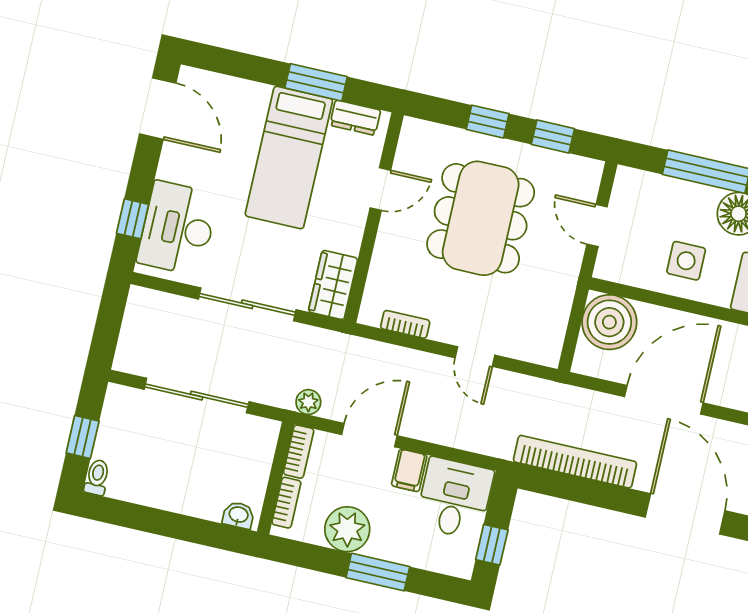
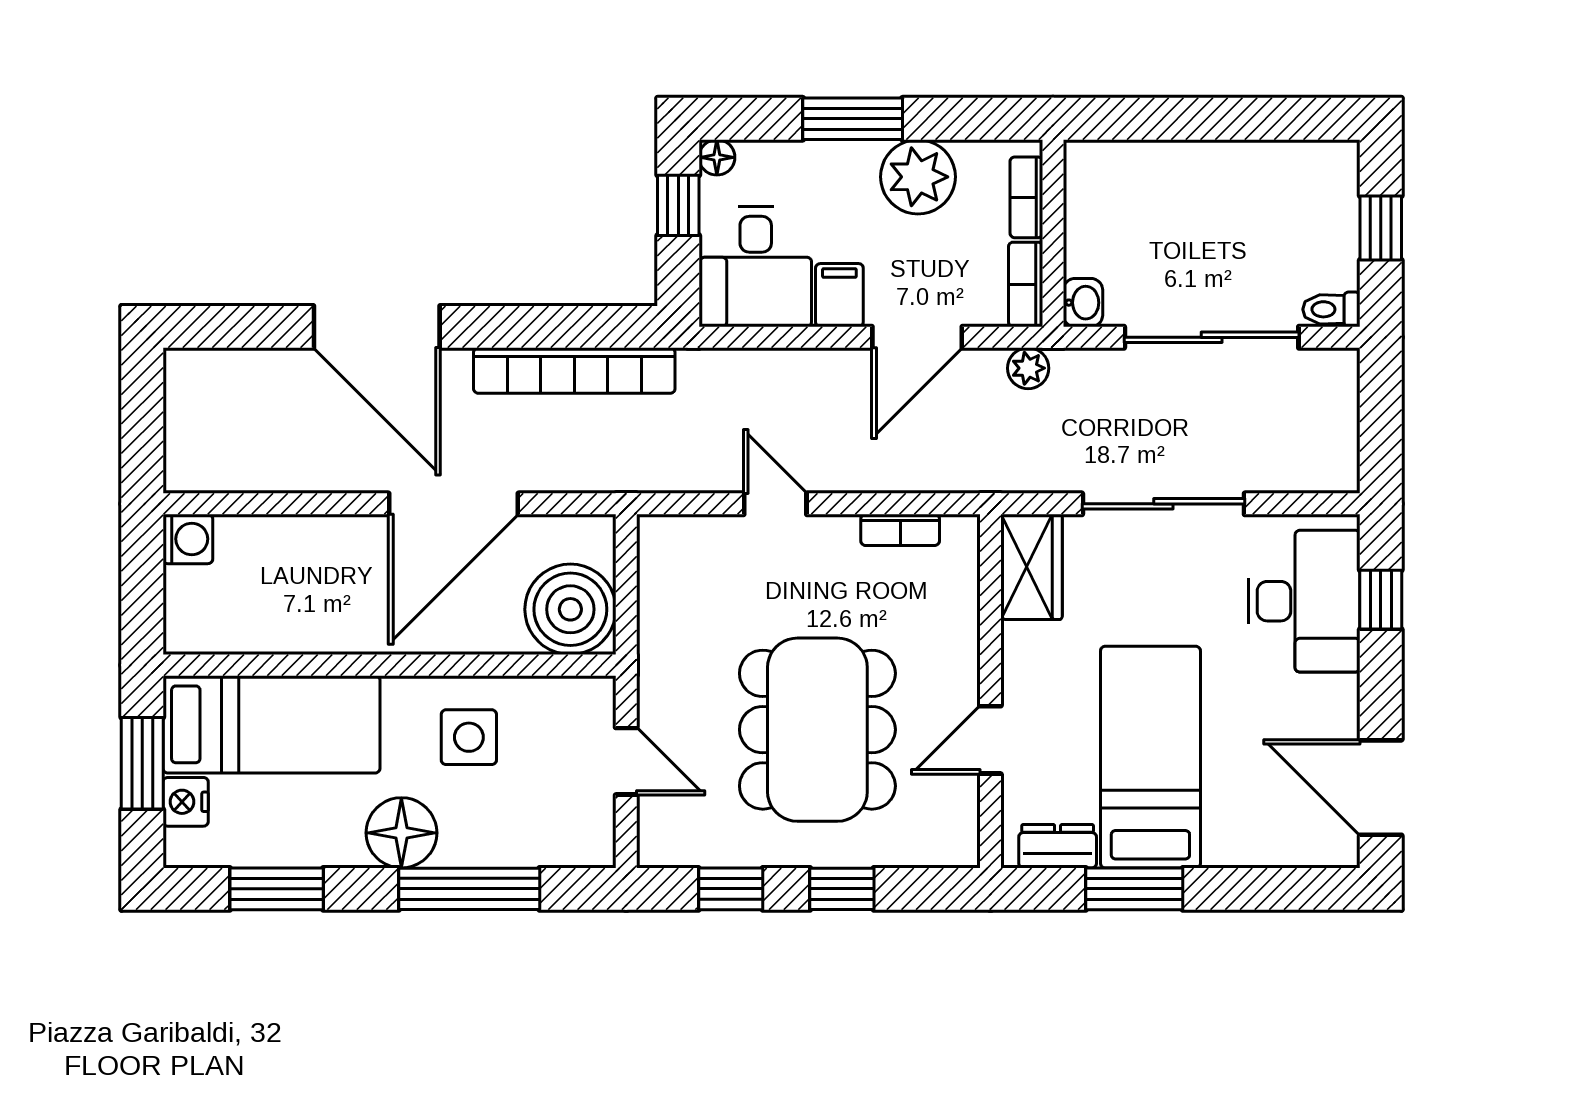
toilet: (97, 477) -> (1331, 309), moved, turned 90
washbasin: (238, 515) -> (1083, 303), moved, turned -90
floor lamp: (463, 568) -> (717, 157), added

